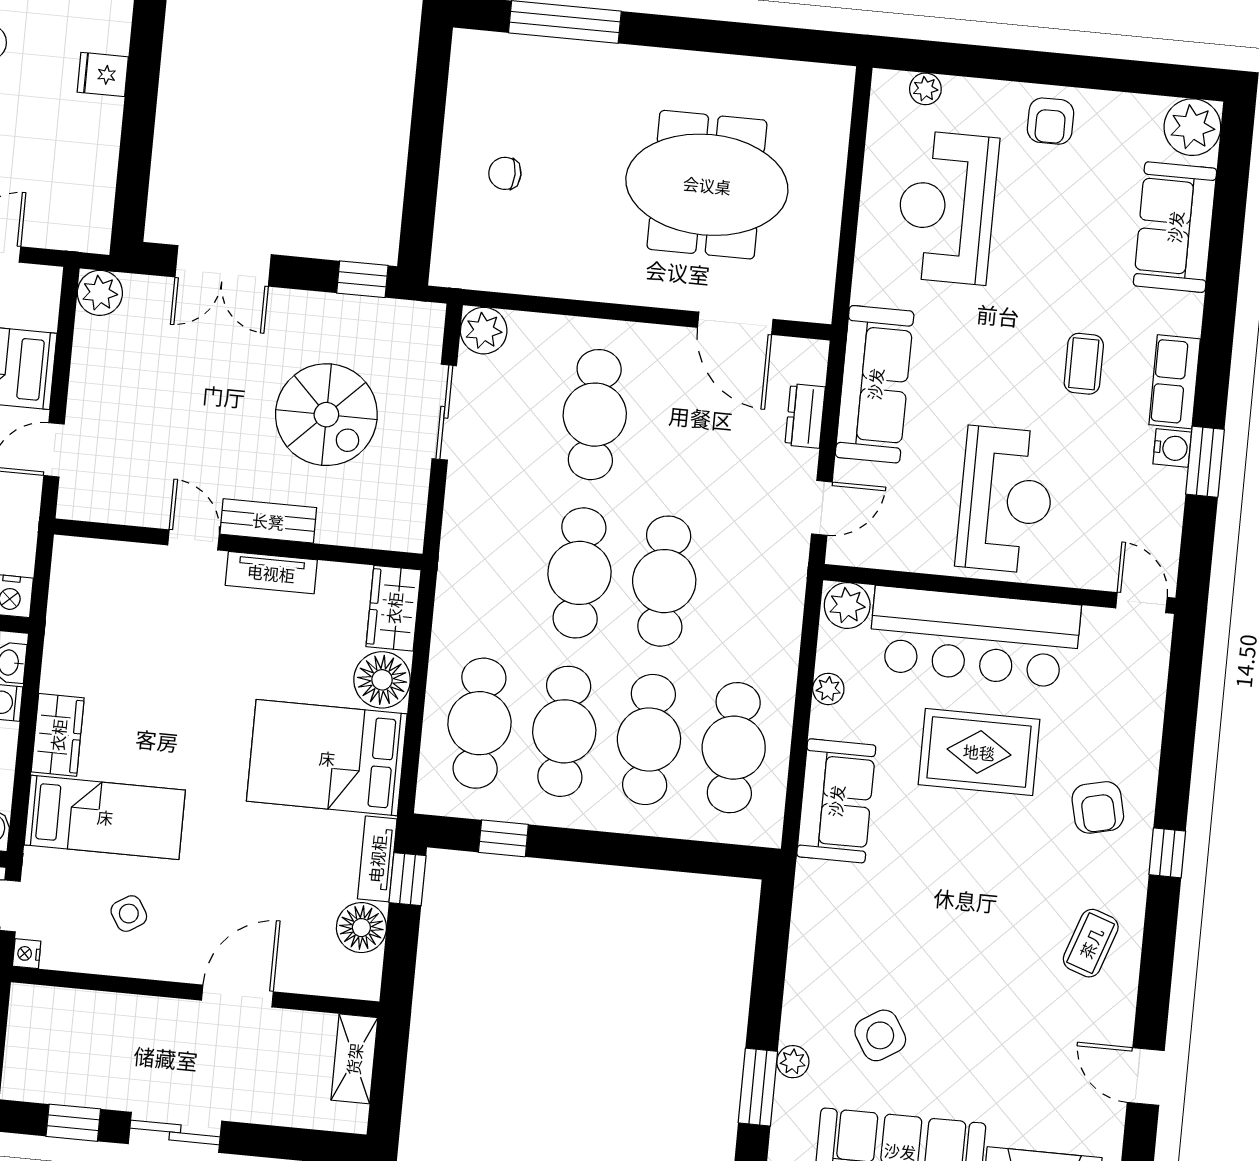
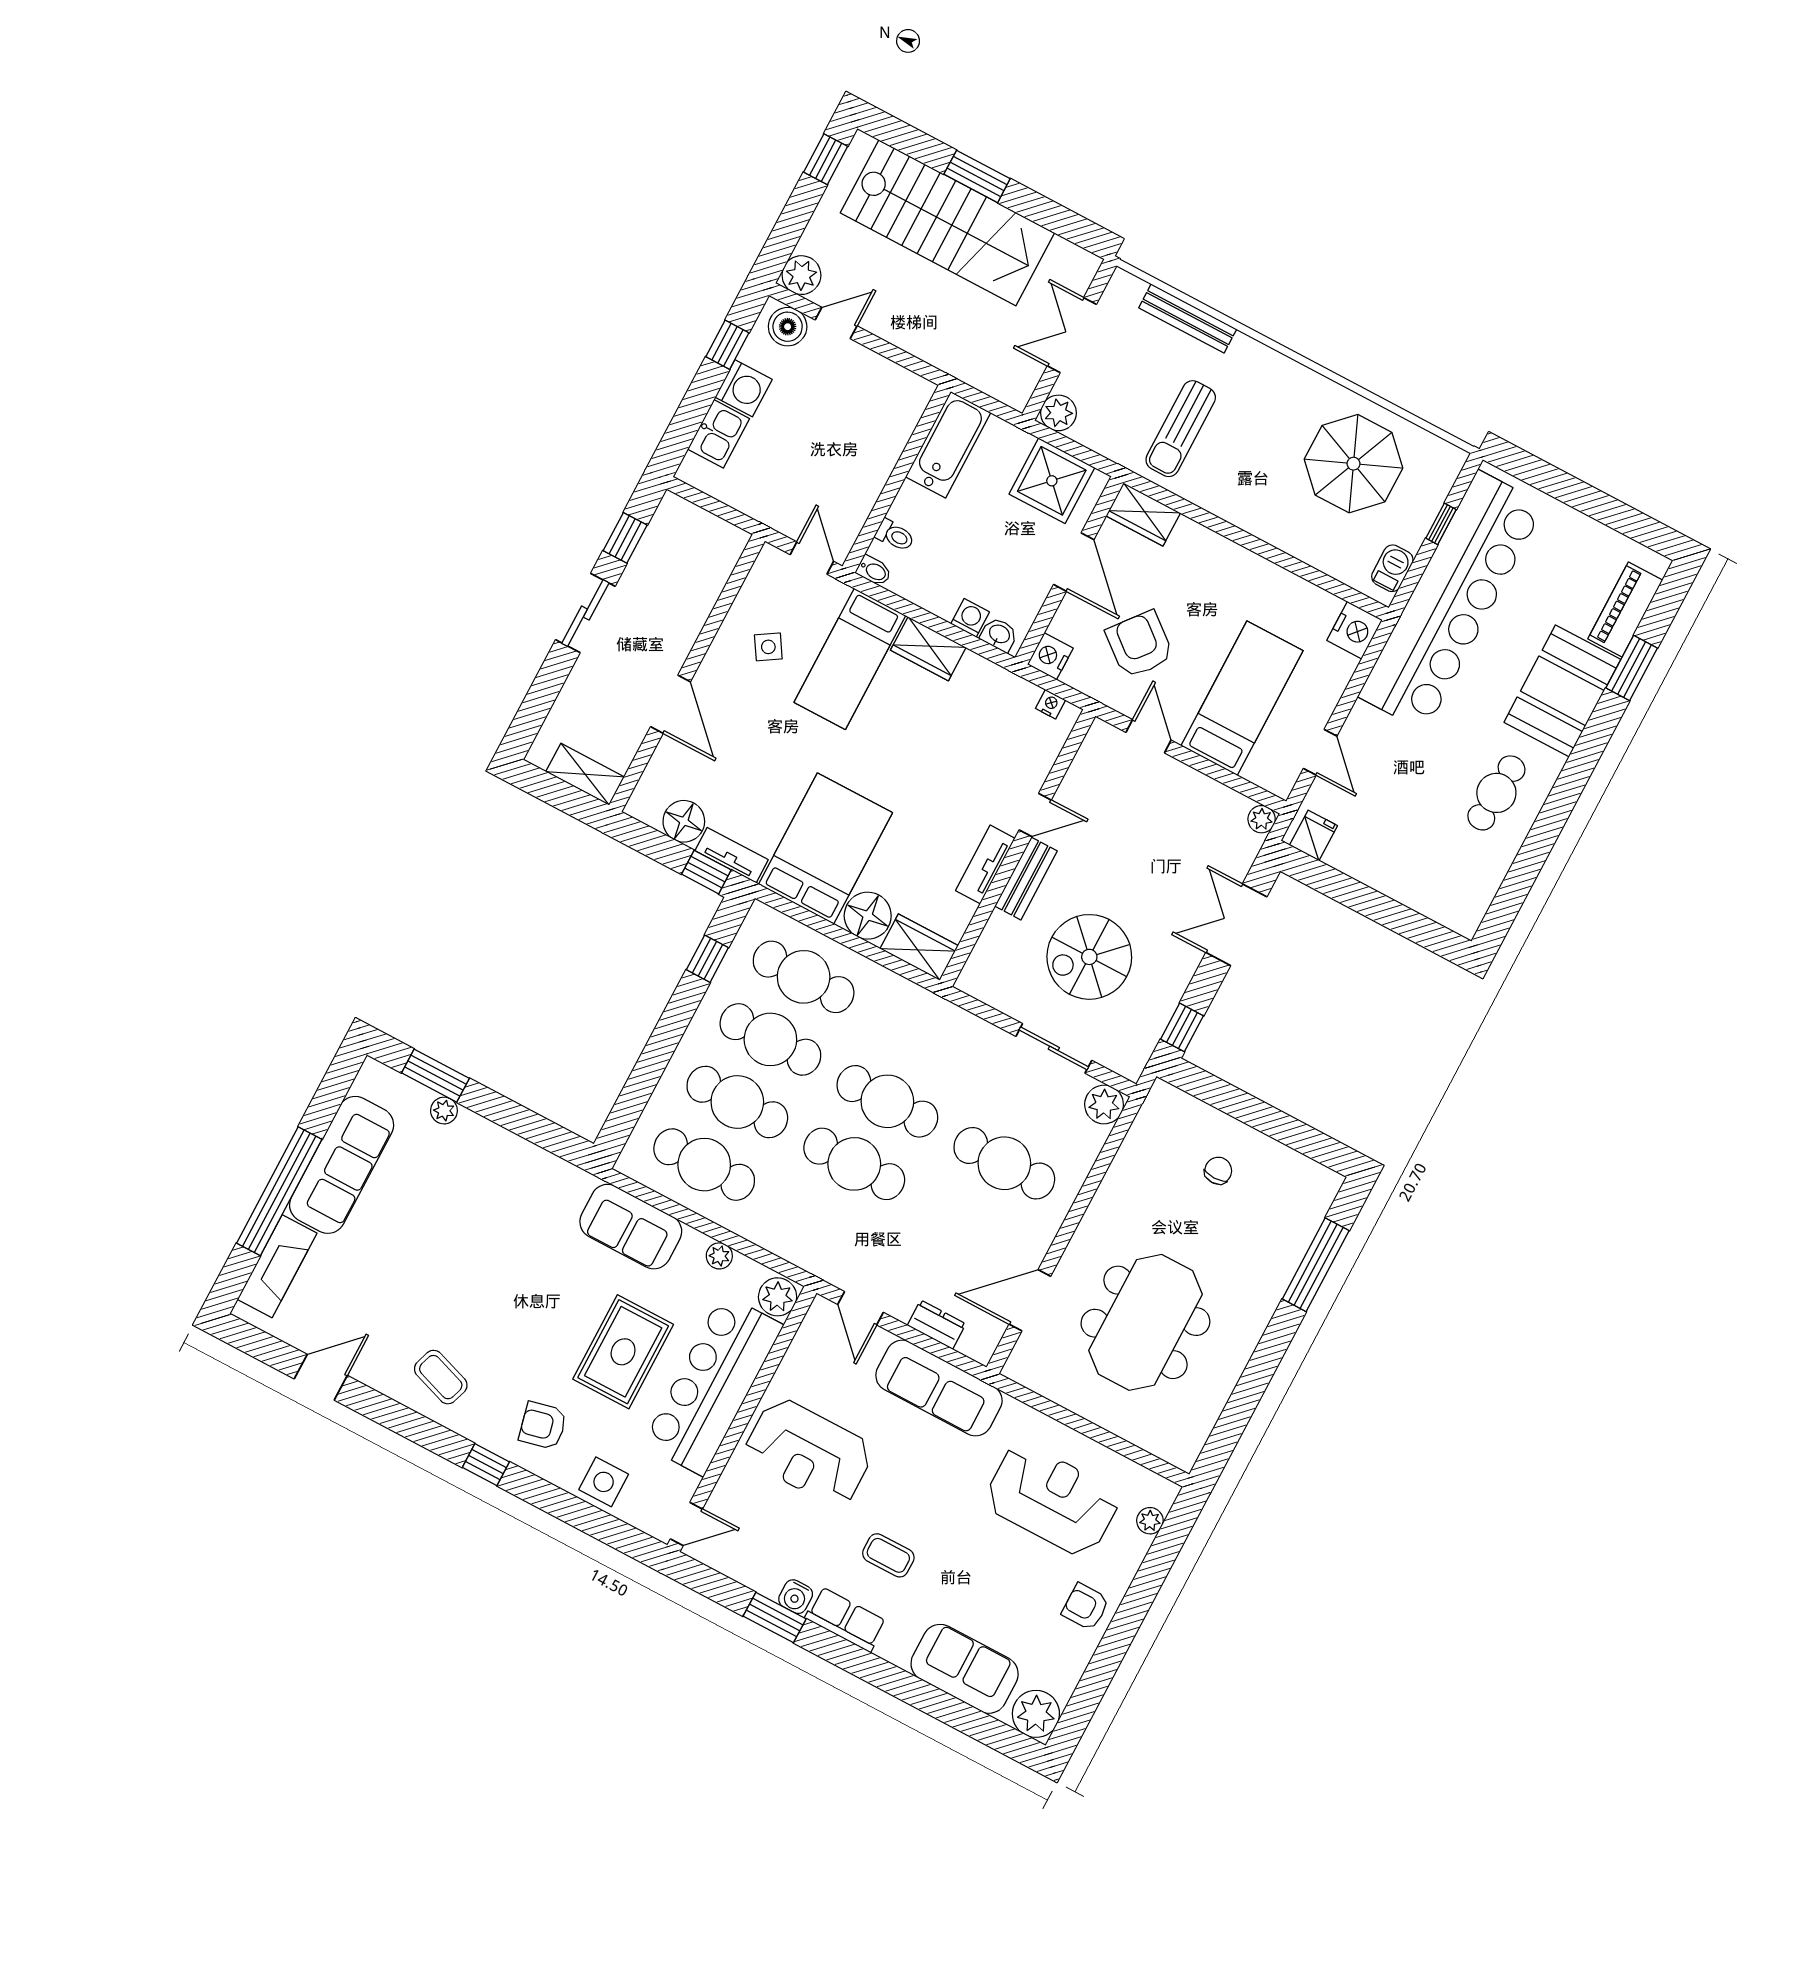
fridge: (103, 74) -> (1314, 835), moved
plant: (100, 293) -> (1262, 819), width x0.73, depth x0.73
nightstand: (27, 954) -> (1050, 704), moved
side table: (880, 1035) -> (604, 1482), moved, turned 32

